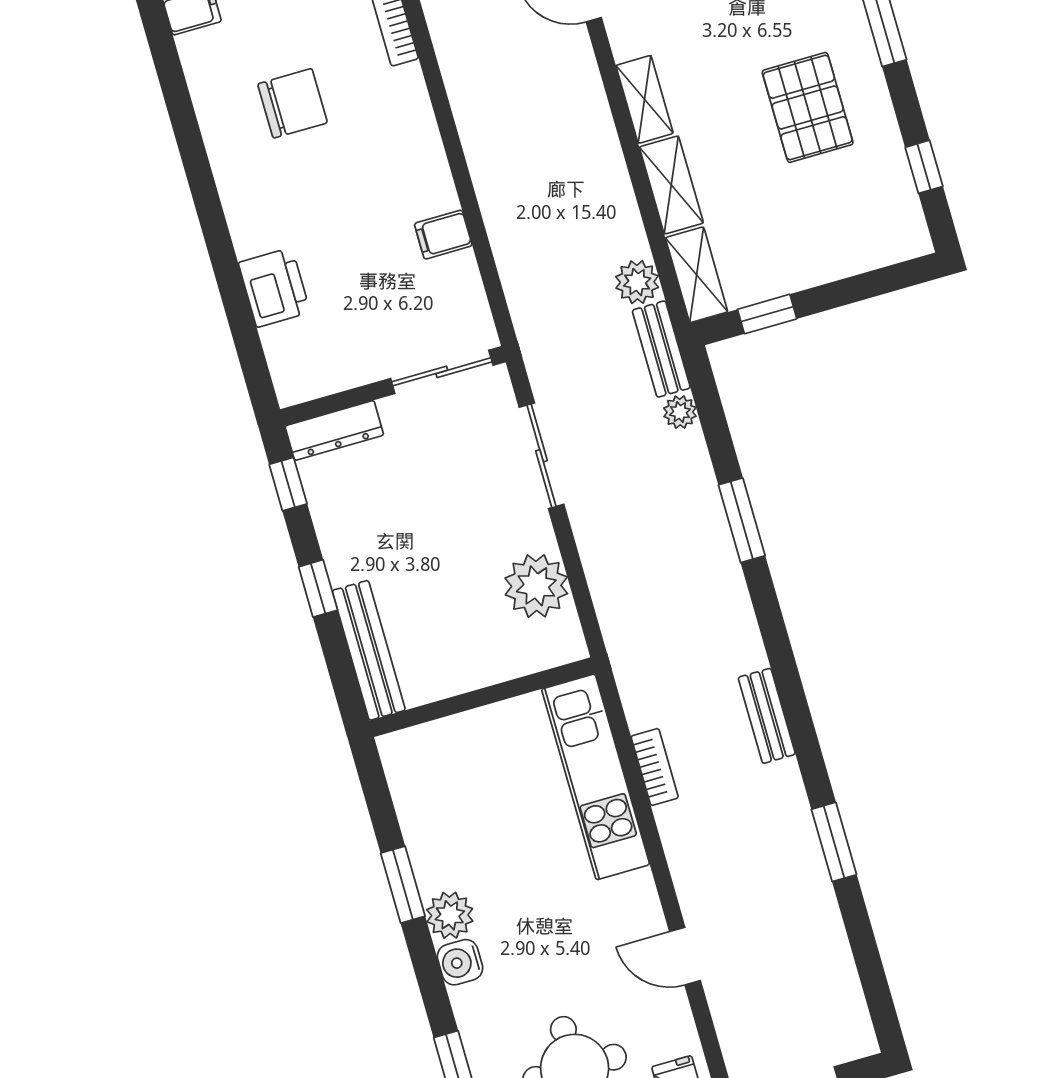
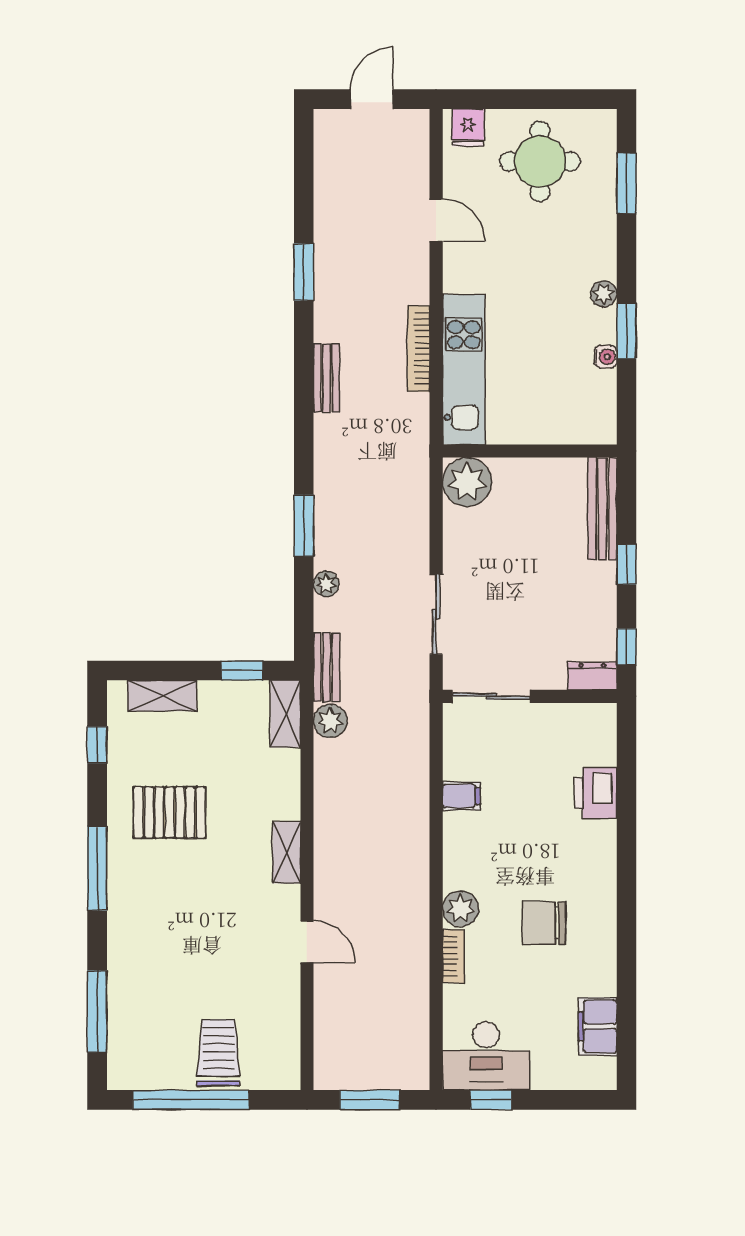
plant: (403, 91) -> (461, 909), added
pallet: (808, 107) -> (170, 812), turned 90
shelving: (671, 185) -> (162, 696), moved, turned 90
plant: (680, 412) -> (326, 584), moved
dresser: (334, 430) -> (592, 676), width x0.70
plant: (536, 586) -> (467, 482), moved
bookcase: (655, 767) -> (419, 349), width x1.56
plant: (450, 915) -> (604, 294), width x0.73, depth x0.73
water cooler: (460, 962) -> (606, 357), moved, width x0.72, depth x0.72

